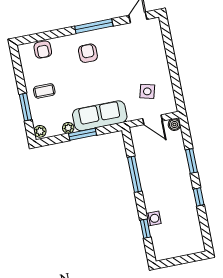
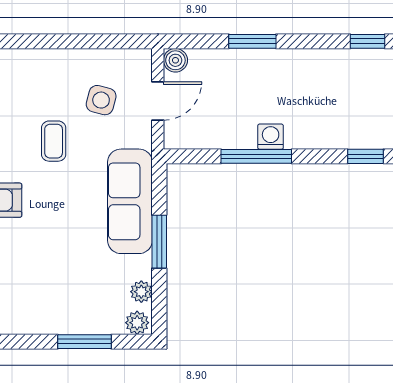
coffee table: (44, 91) -> (54, 141), moved
plant: (68, 128) -> (141, 292), moved
window: (199, 197) -> (368, 41), moved
washing machine: (154, 219) -> (271, 137), moved

